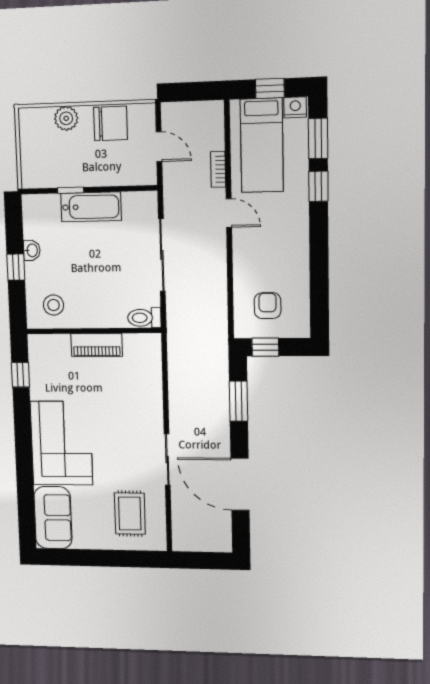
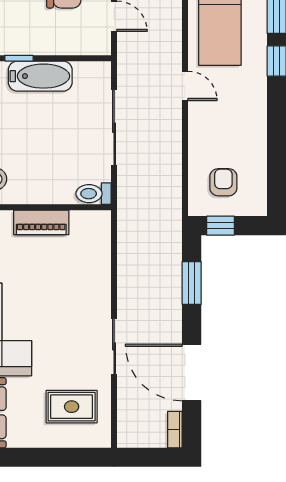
bookcase: (218, 169) -> (175, 430), moved
rug: (130, 514) -> (72, 407), turned 90

